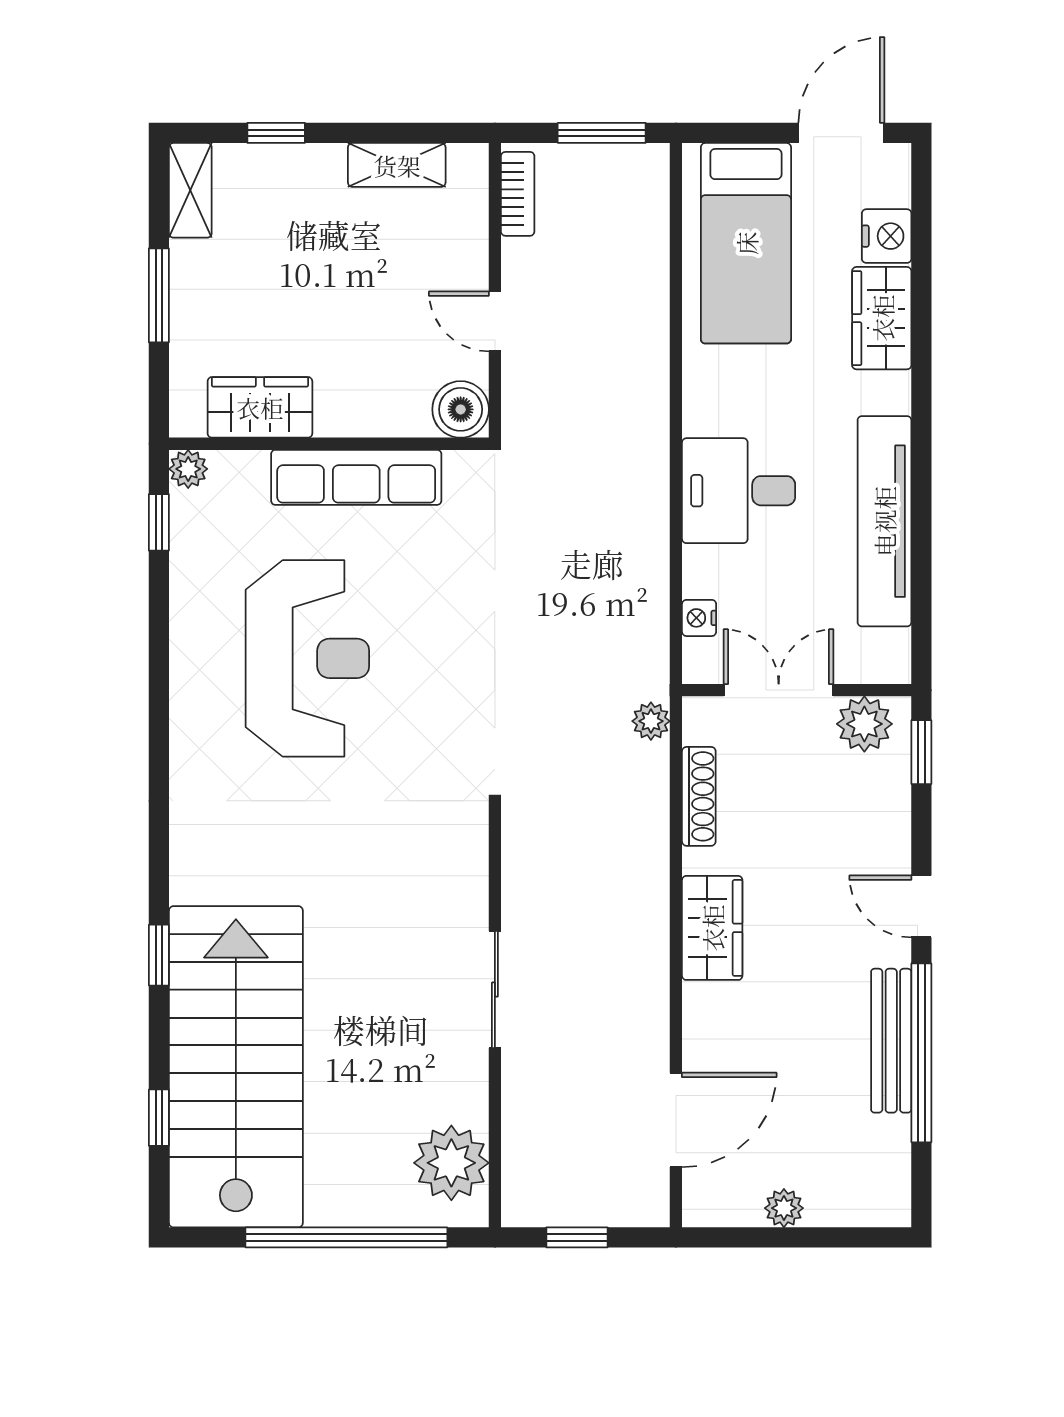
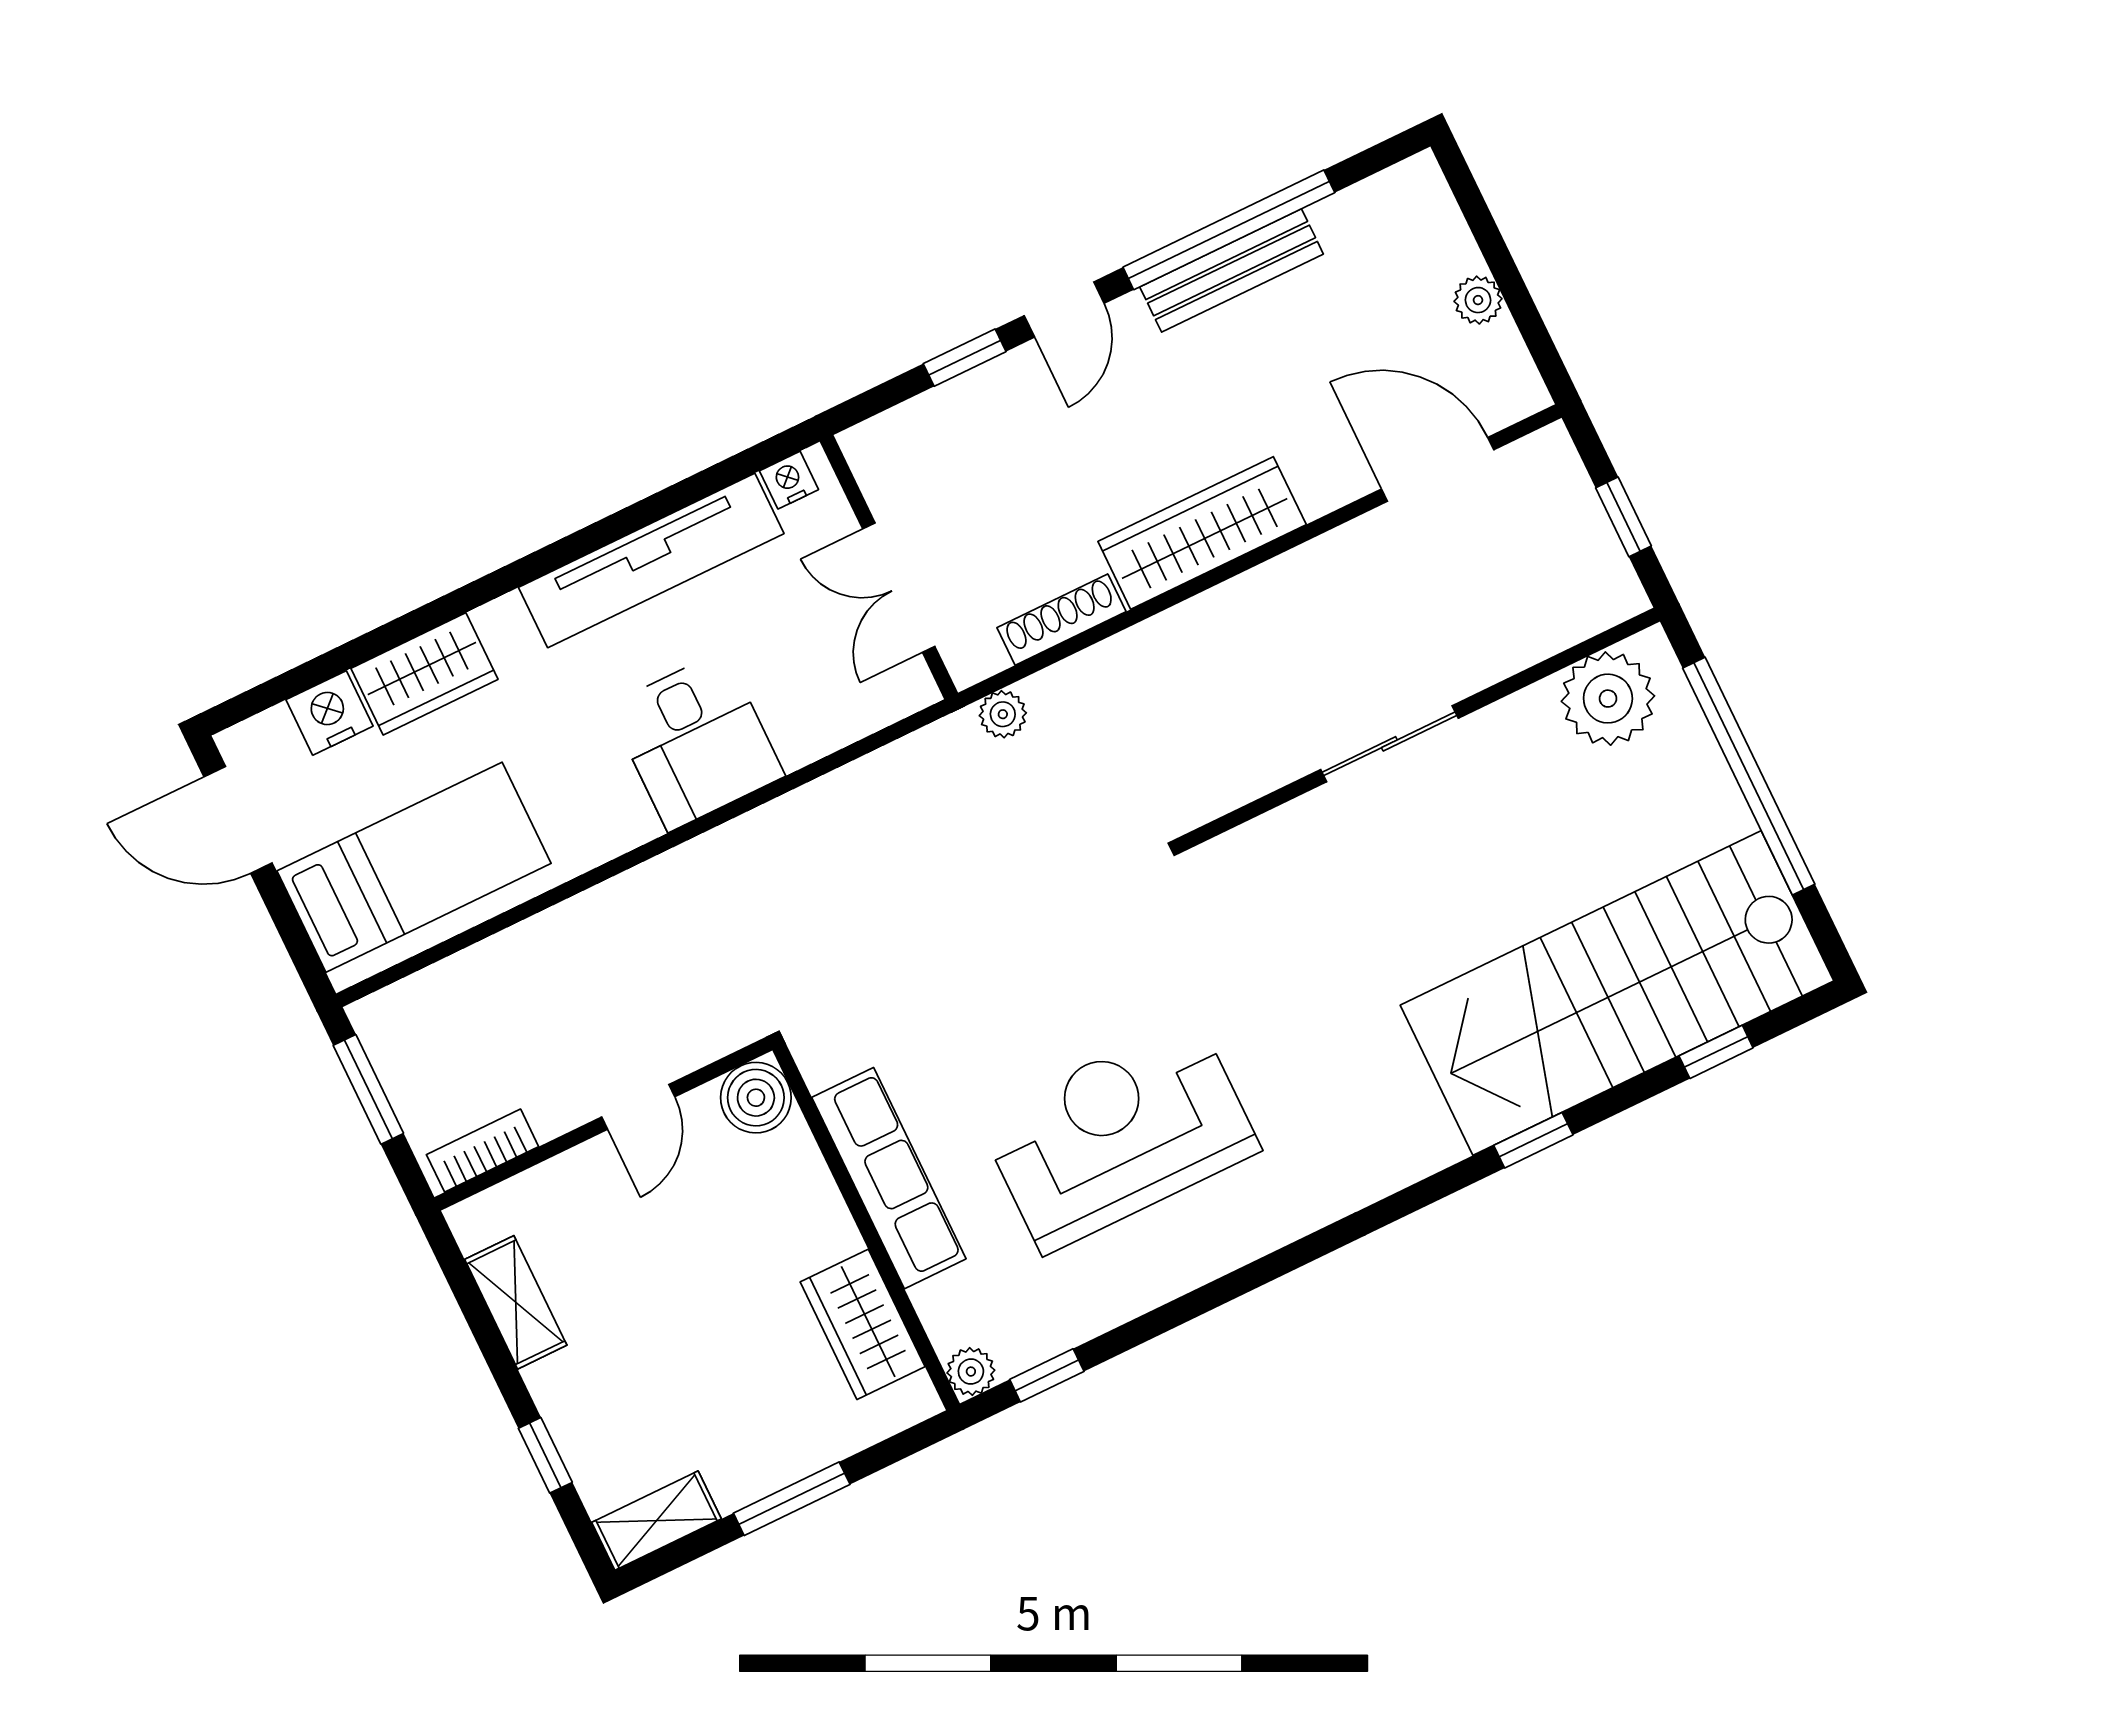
nightstand: (699, 618) -> (789, 480), moved, turned 180
plant: (864, 724) -> (890, 473), removed
window: (921, 752) -> (965, 358), moved
wardrobe: (712, 928) -> (1202, 533), width x1.50

